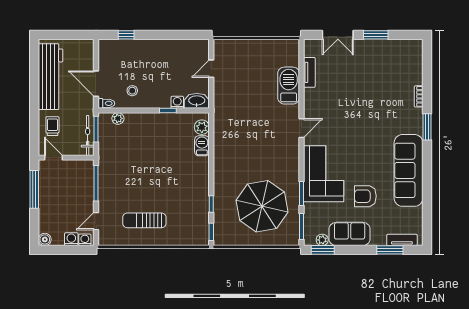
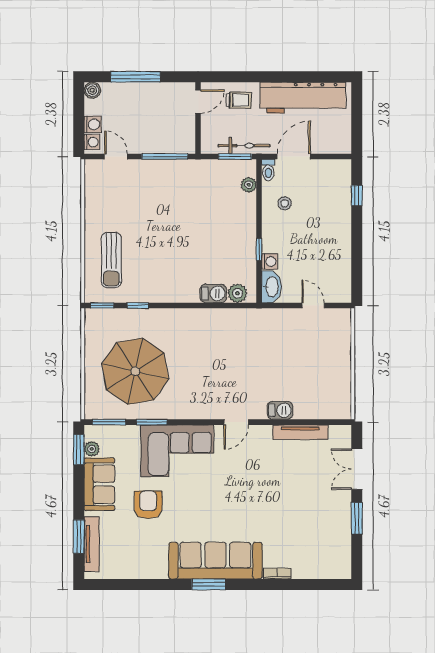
tv unit: (309, 72) -> (300, 432), width x1.41
barbecue: (289, 86) -> (280, 410), width x0.53, depth x0.65
window: (427, 127) -> (209, 584), moved
door: (301, 128) -> (236, 422), hinge flipped
bicycle: (88, 135) -> (244, 146), moved
sofa: (409, 170) -> (215, 561), moved
window: (34, 189) -> (136, 77), moved
sun lounger: (144, 220) -> (111, 260), moved, turned 180
tv unit: (402, 240) -> (92, 544), width x1.41

